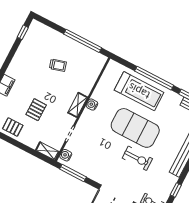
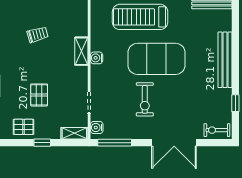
treadmill: (139, 91) -> (140, 17), turned 180
shelving: (78, 105) -> (81, 51), moved
window: (20, 146) -> (42, 143), added
exercise bike: (137, 158) -> (145, 99), moved, turned 90

